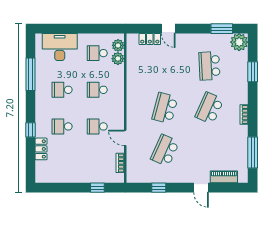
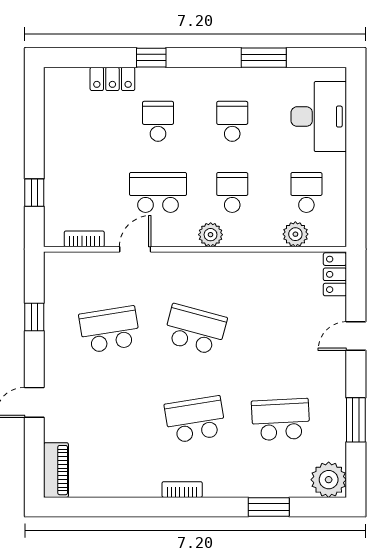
window: (222, 29) -> (356, 420), moved
locker: (150, 39) -> (335, 274), moved
plant: (118, 45) -> (211, 235), moved
window: (31, 74) -> (264, 58), width x0.69
school desk: (209, 108) -> (195, 419), turned -33
school desk: (97, 126) -> (158, 192), width x1.85
school desk: (165, 150) -> (110, 330), turned -33
window: (253, 153) -> (105, 507), removed
piano: (224, 177) -> (56, 470), moved

